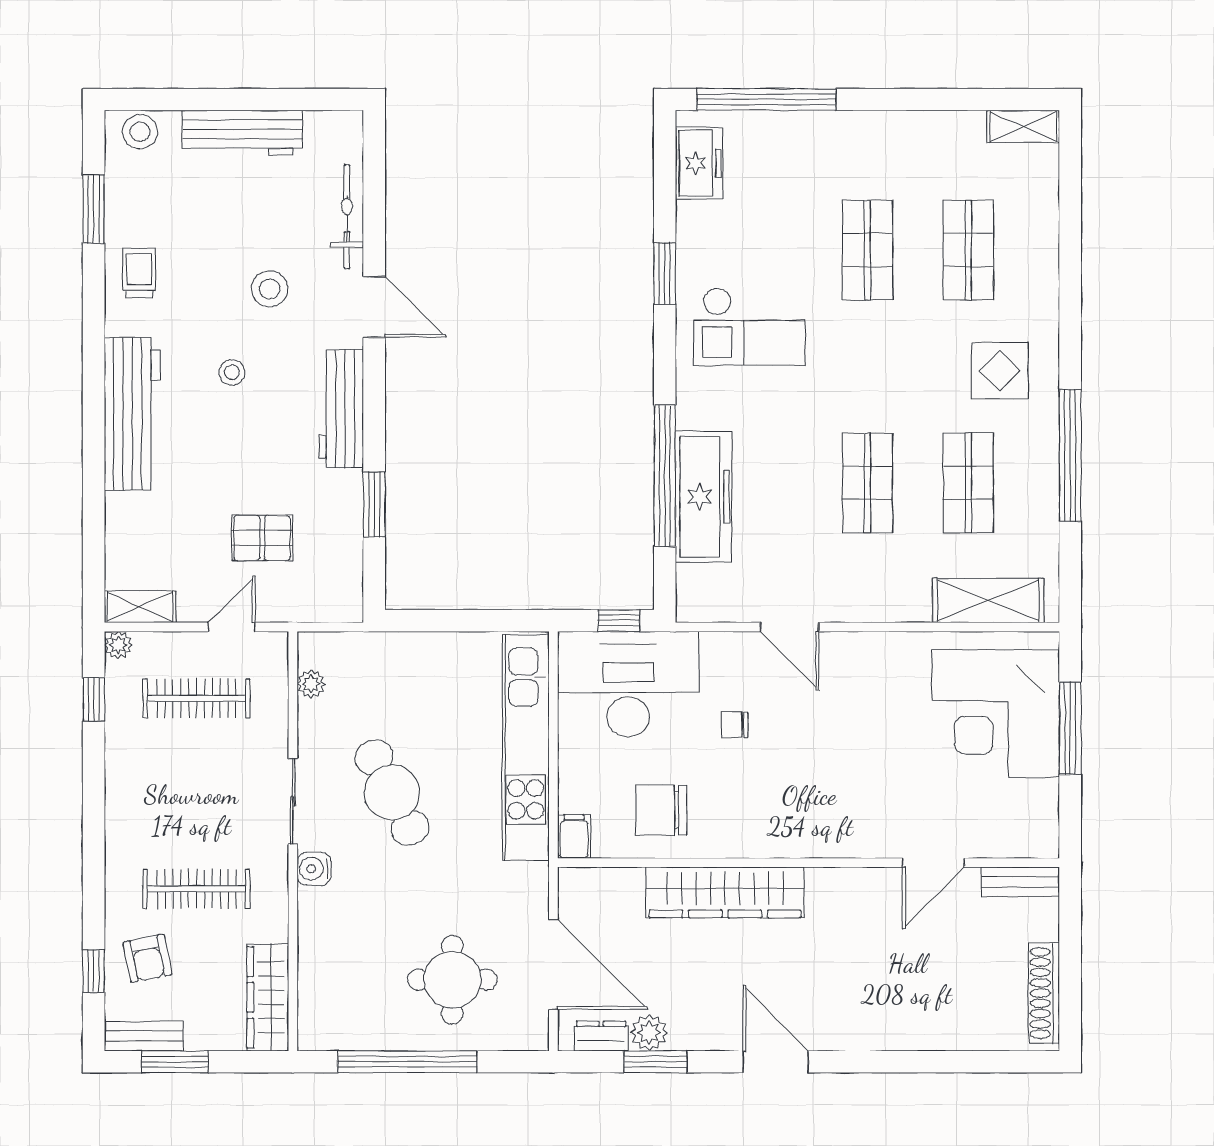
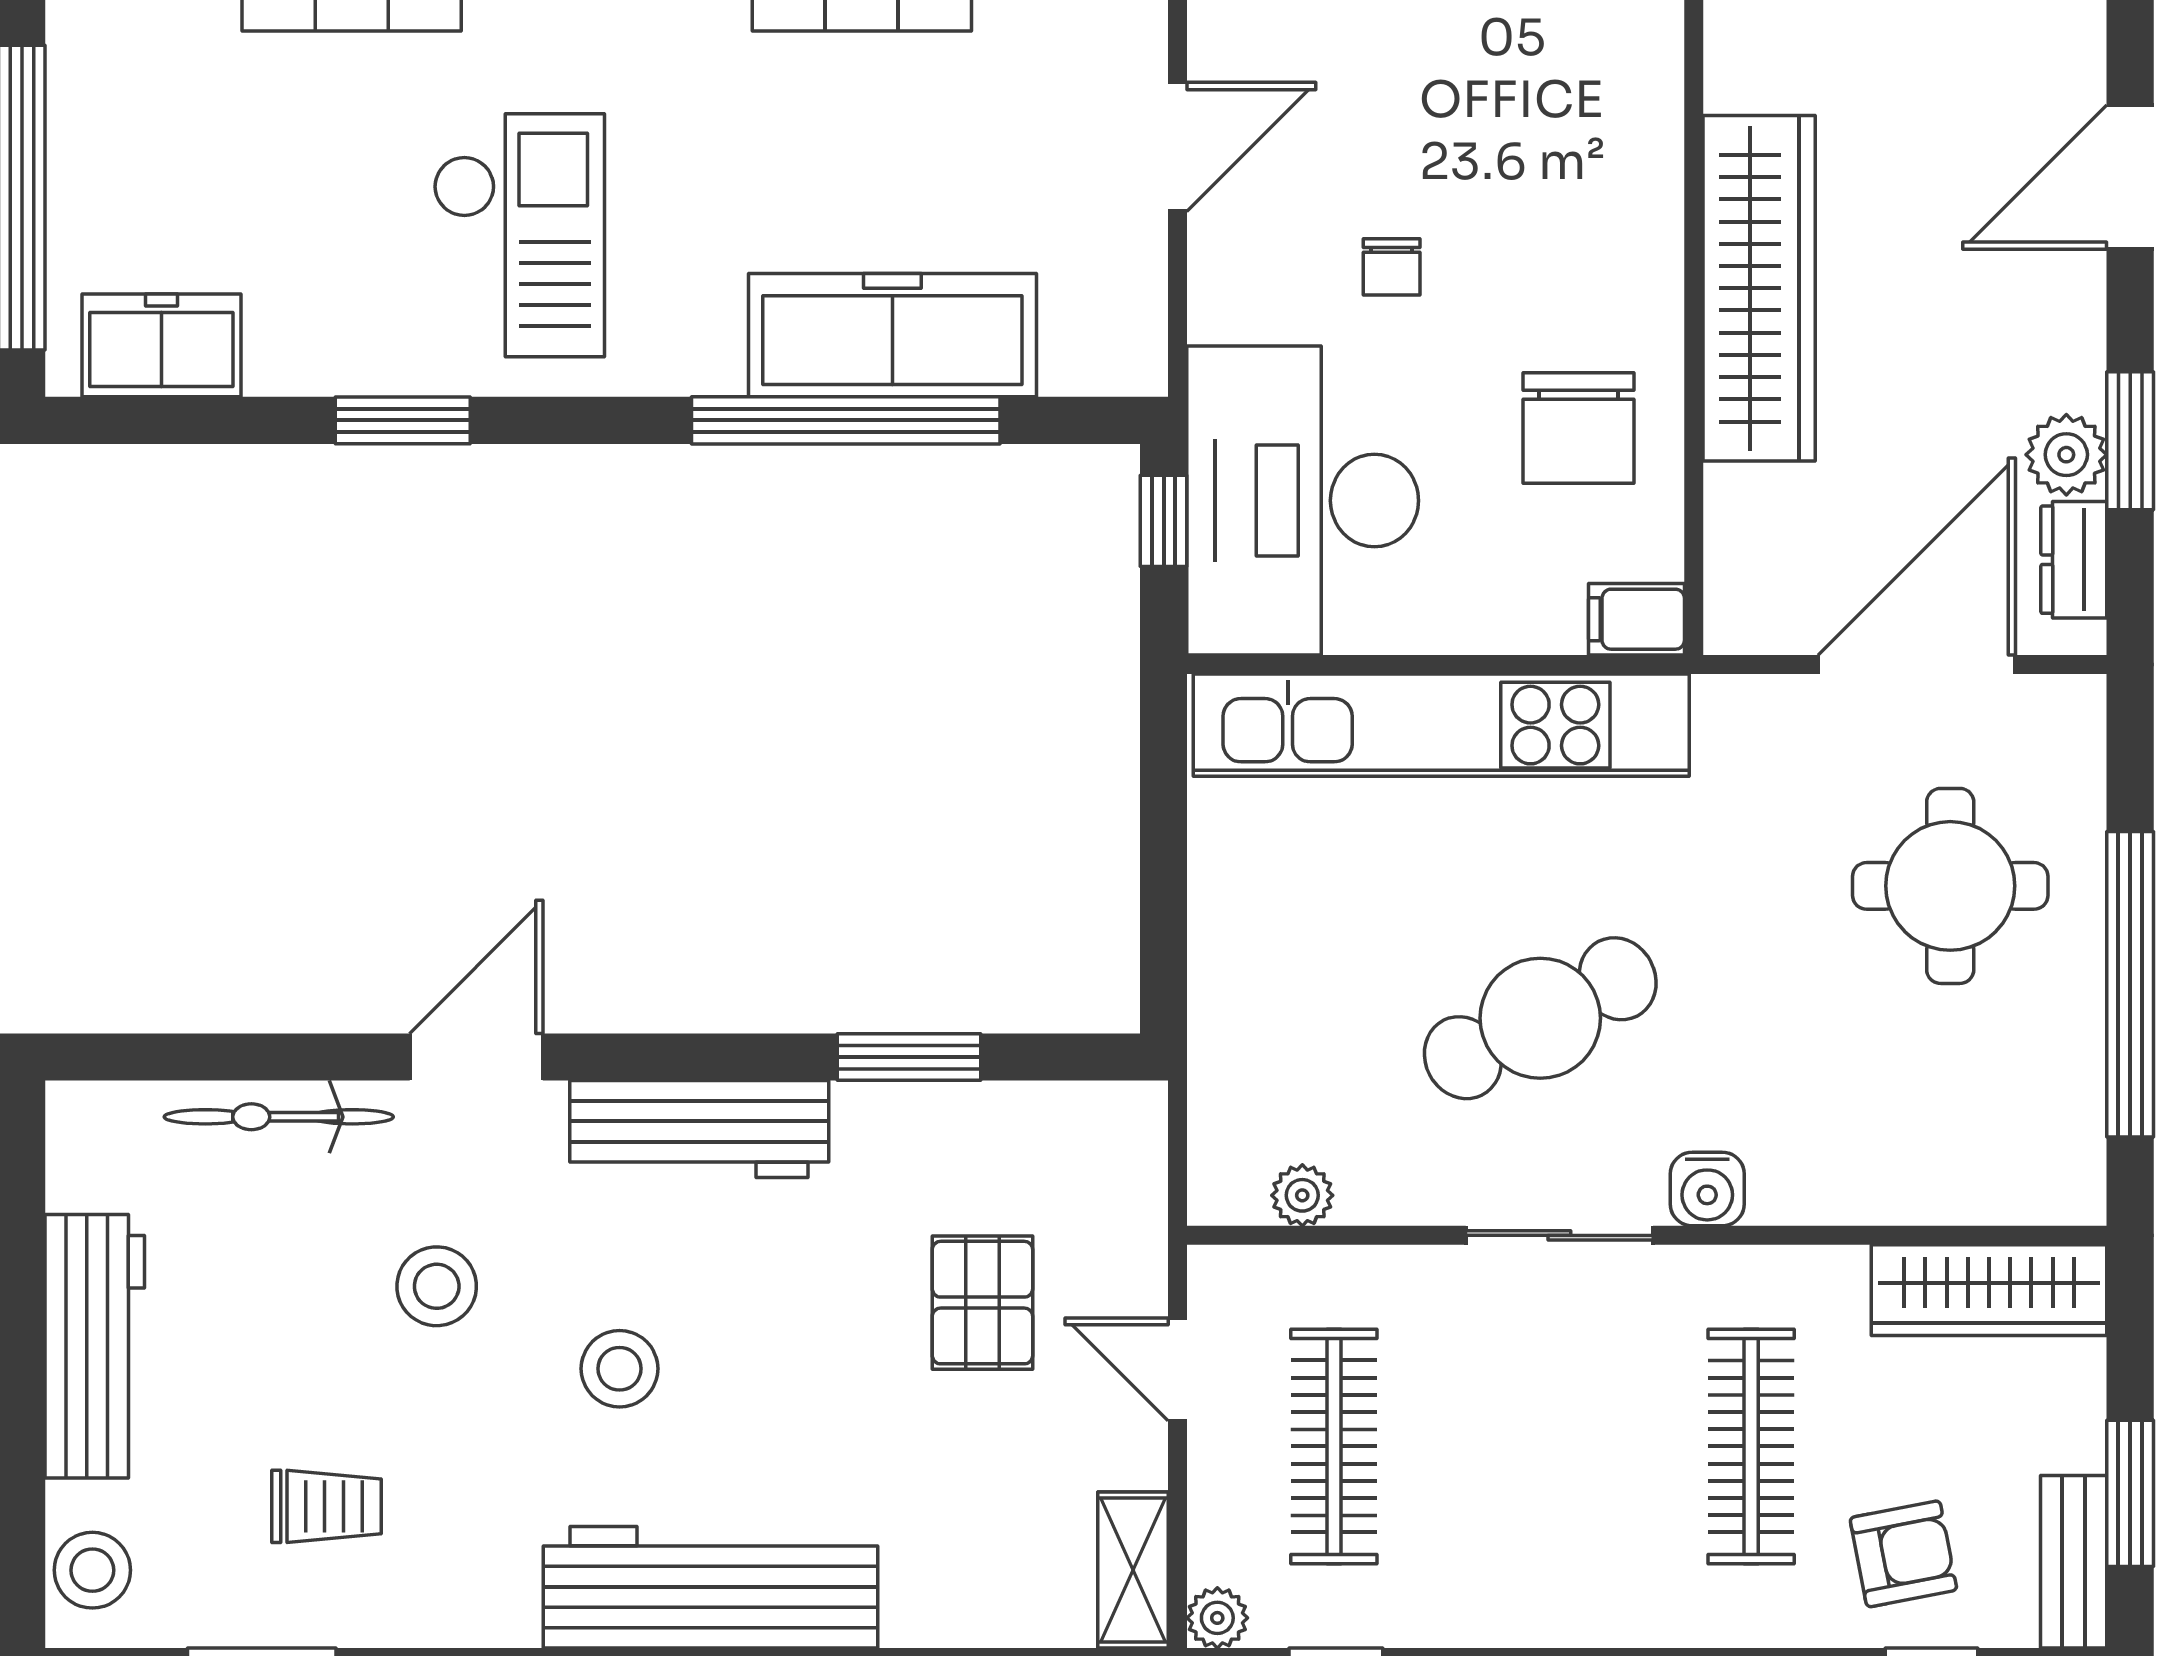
trolley: (139, 273) -> (326, 1506), moved, turned 180
stool: (232, 372) -> (620, 1369), width x1.37, depth x1.37

